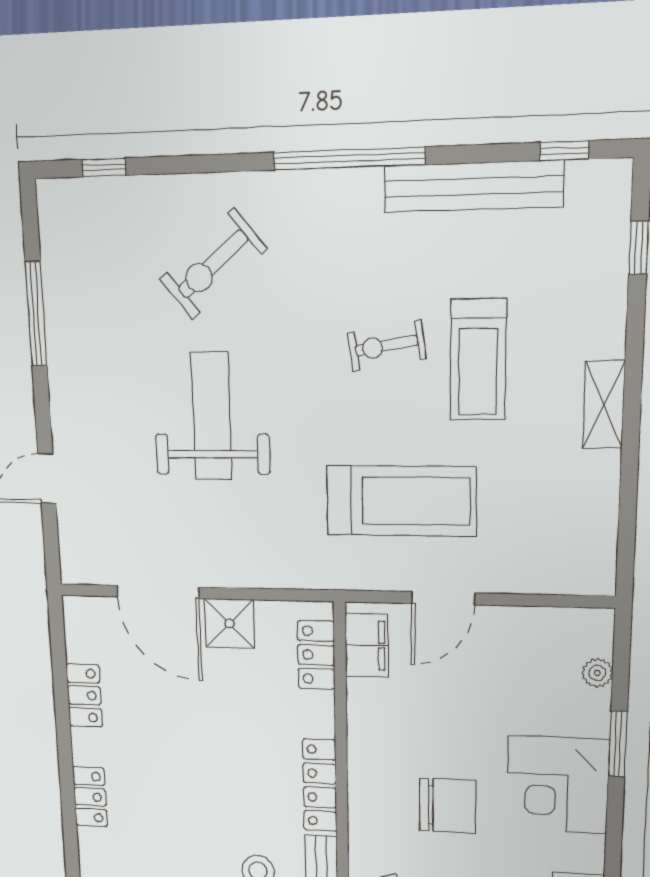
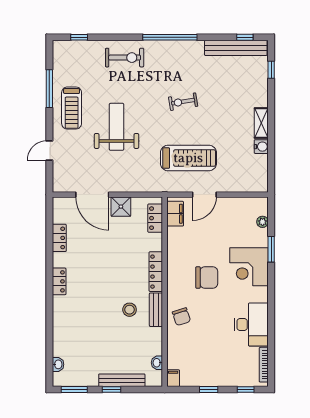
bench: (473, 186) -> (236, 48), moved
exercise bike: (213, 264) -> (125, 58), moved, turned -140
treadmill: (478, 360) -> (72, 108), moved
water cooler: (601, 471) -> (261, 147), added

